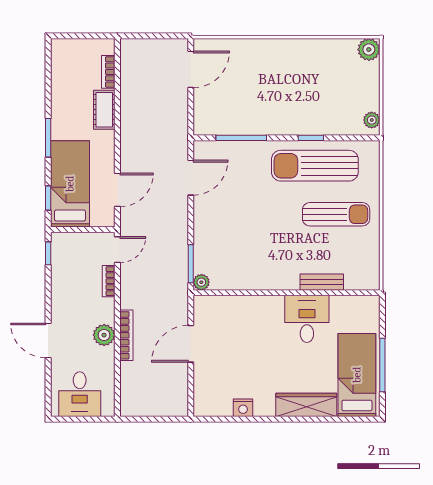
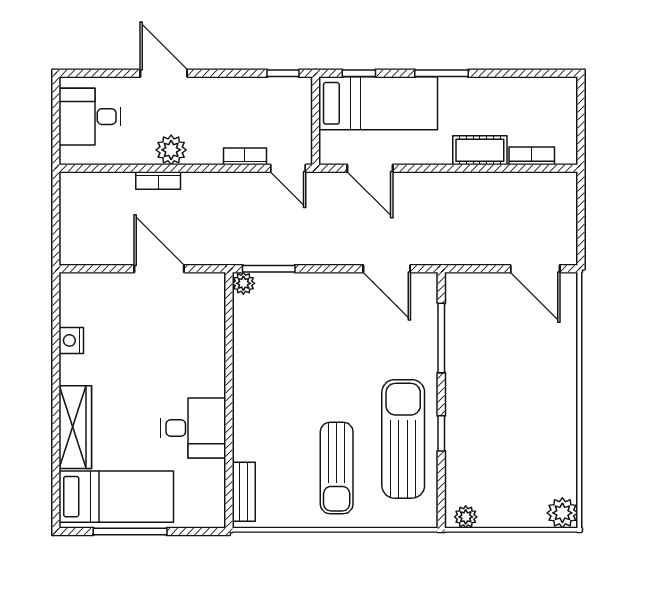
bench: (322, 282) -> (244, 492), moved
bookcase: (126, 335) -> (158, 181), width x0.64
door: (48, 340) -> (164, 73), hinge flipped

